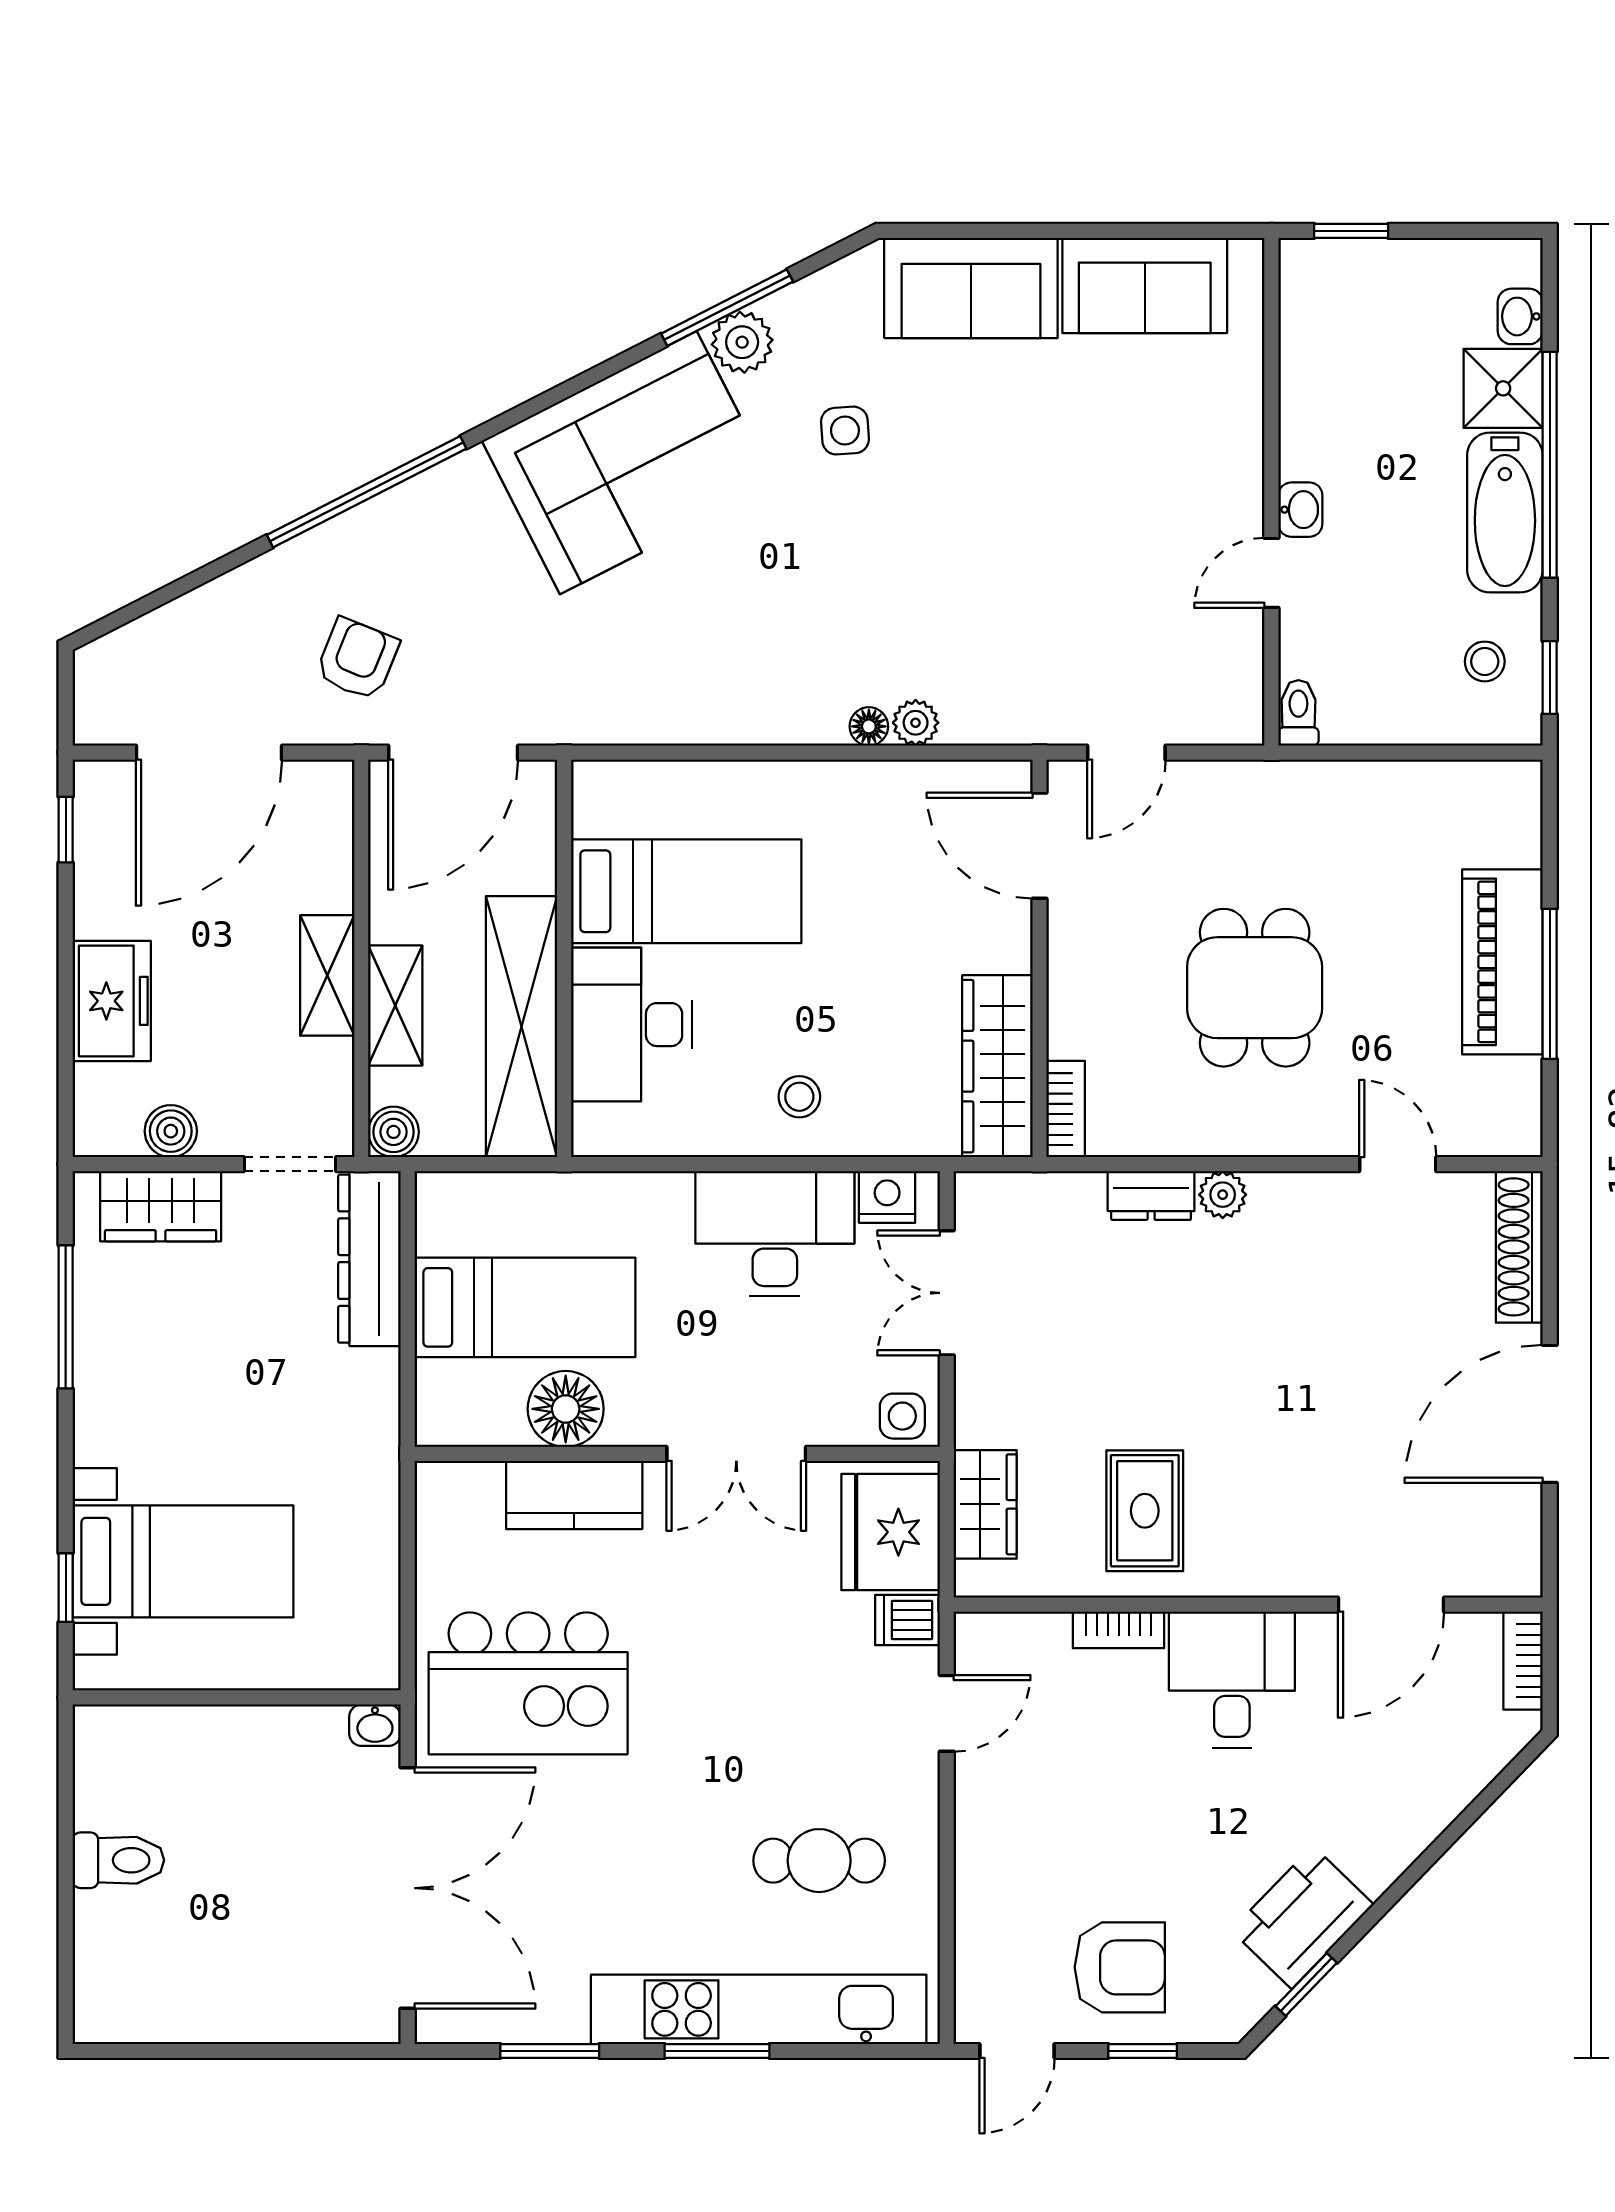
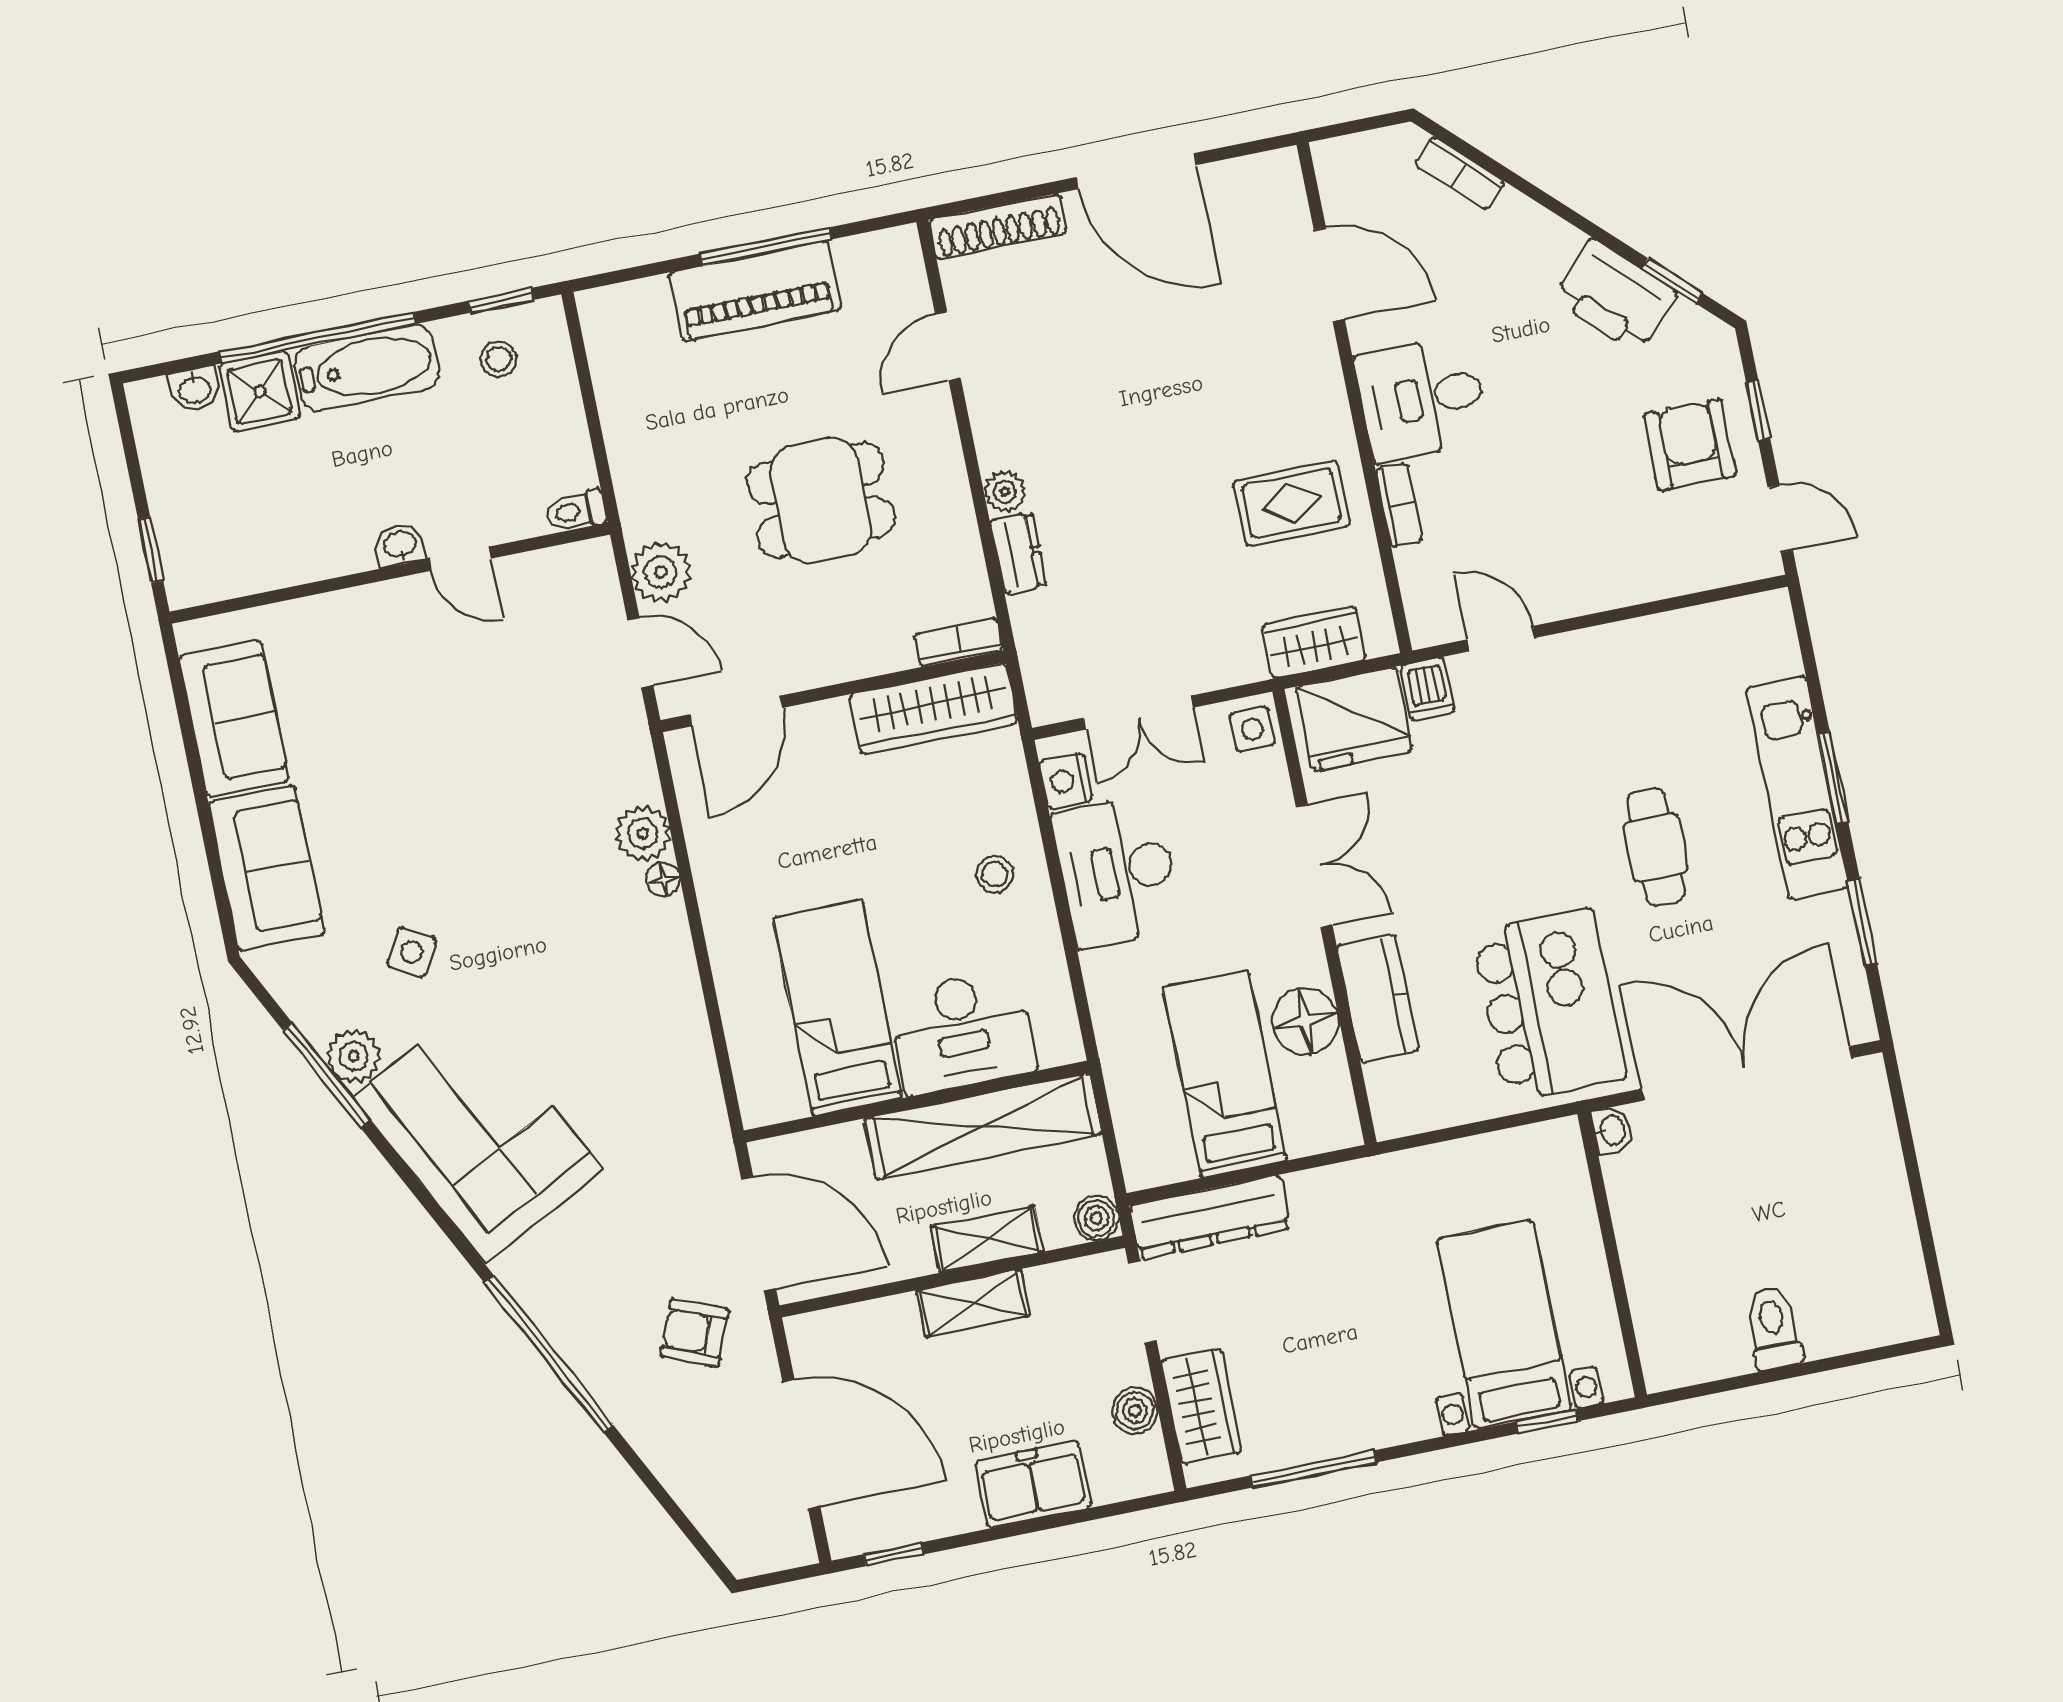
side table: (845, 431) -> (412, 952), turned 33
plant: (916, 723) -> (643, 834), width x1.38, depth x1.38
plant: (1211, 794) -> (661, 572), added
bookcase: (1523, 1661) -> (1460, 173), moved, turned 44
cafe table: (819, 1861) -> (1656, 847), moved
kitchen unit: (759, 2009) -> (1797, 788), width x0.73

